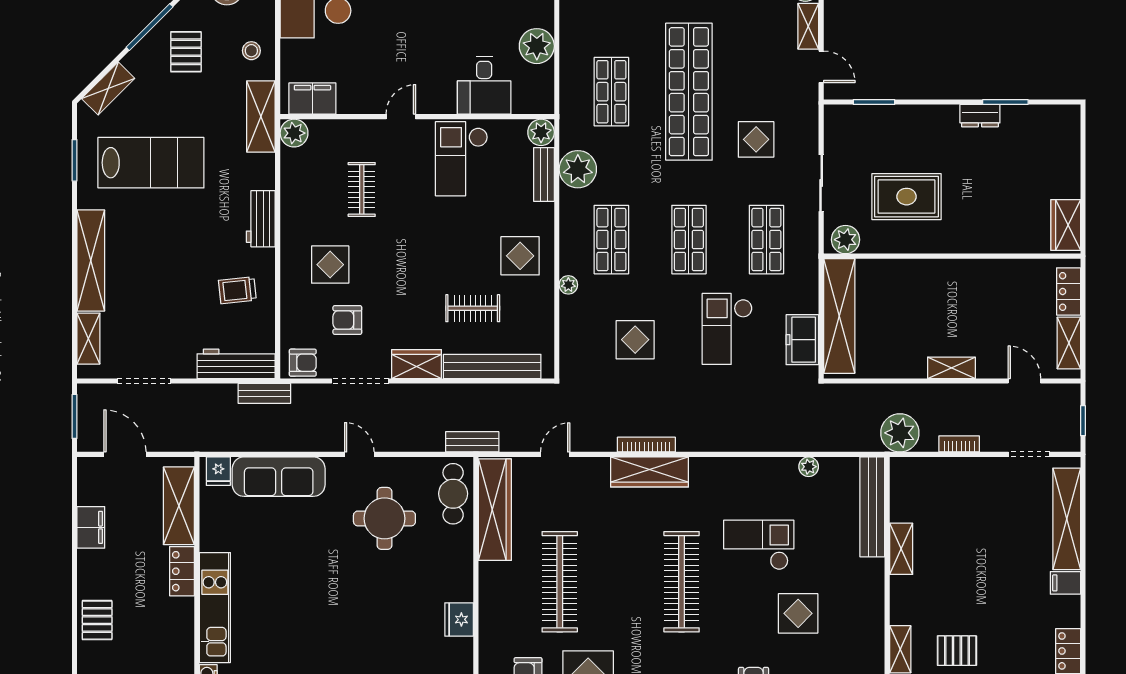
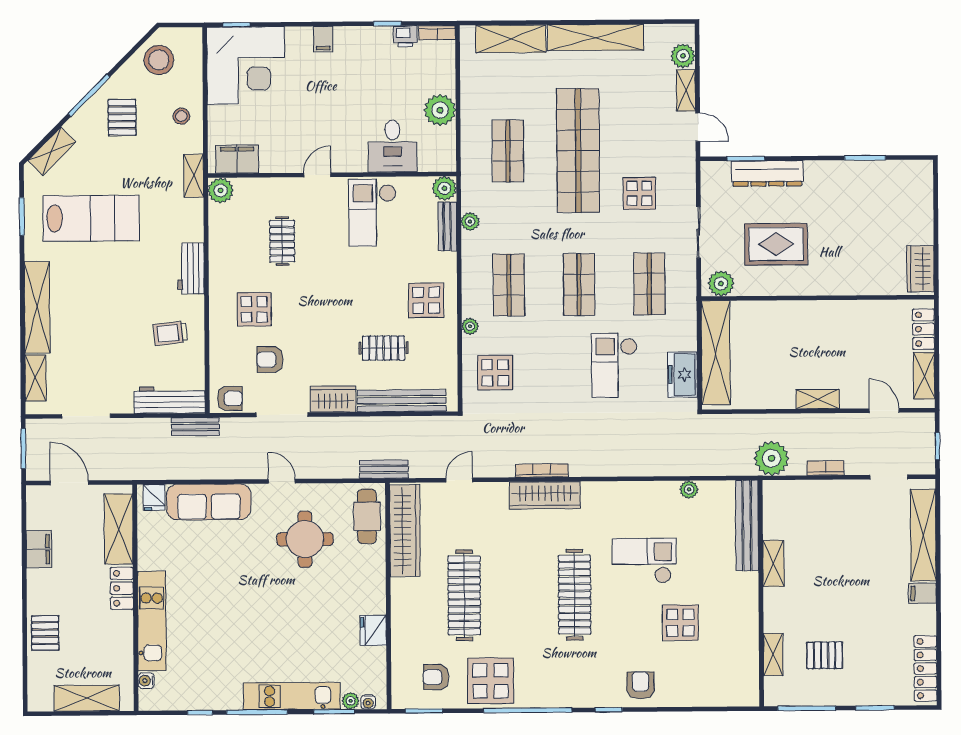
shelving: (261, 116) -> (194, 176), width x0.67, depth x0.75
dresser: (980, 116) -> (767, 173), moved, width x1.96, depth x1.24
plant: (578, 169) -> (470, 221), width x0.53, depth x0.53
display table: (635, 340) -> (495, 373), moved

